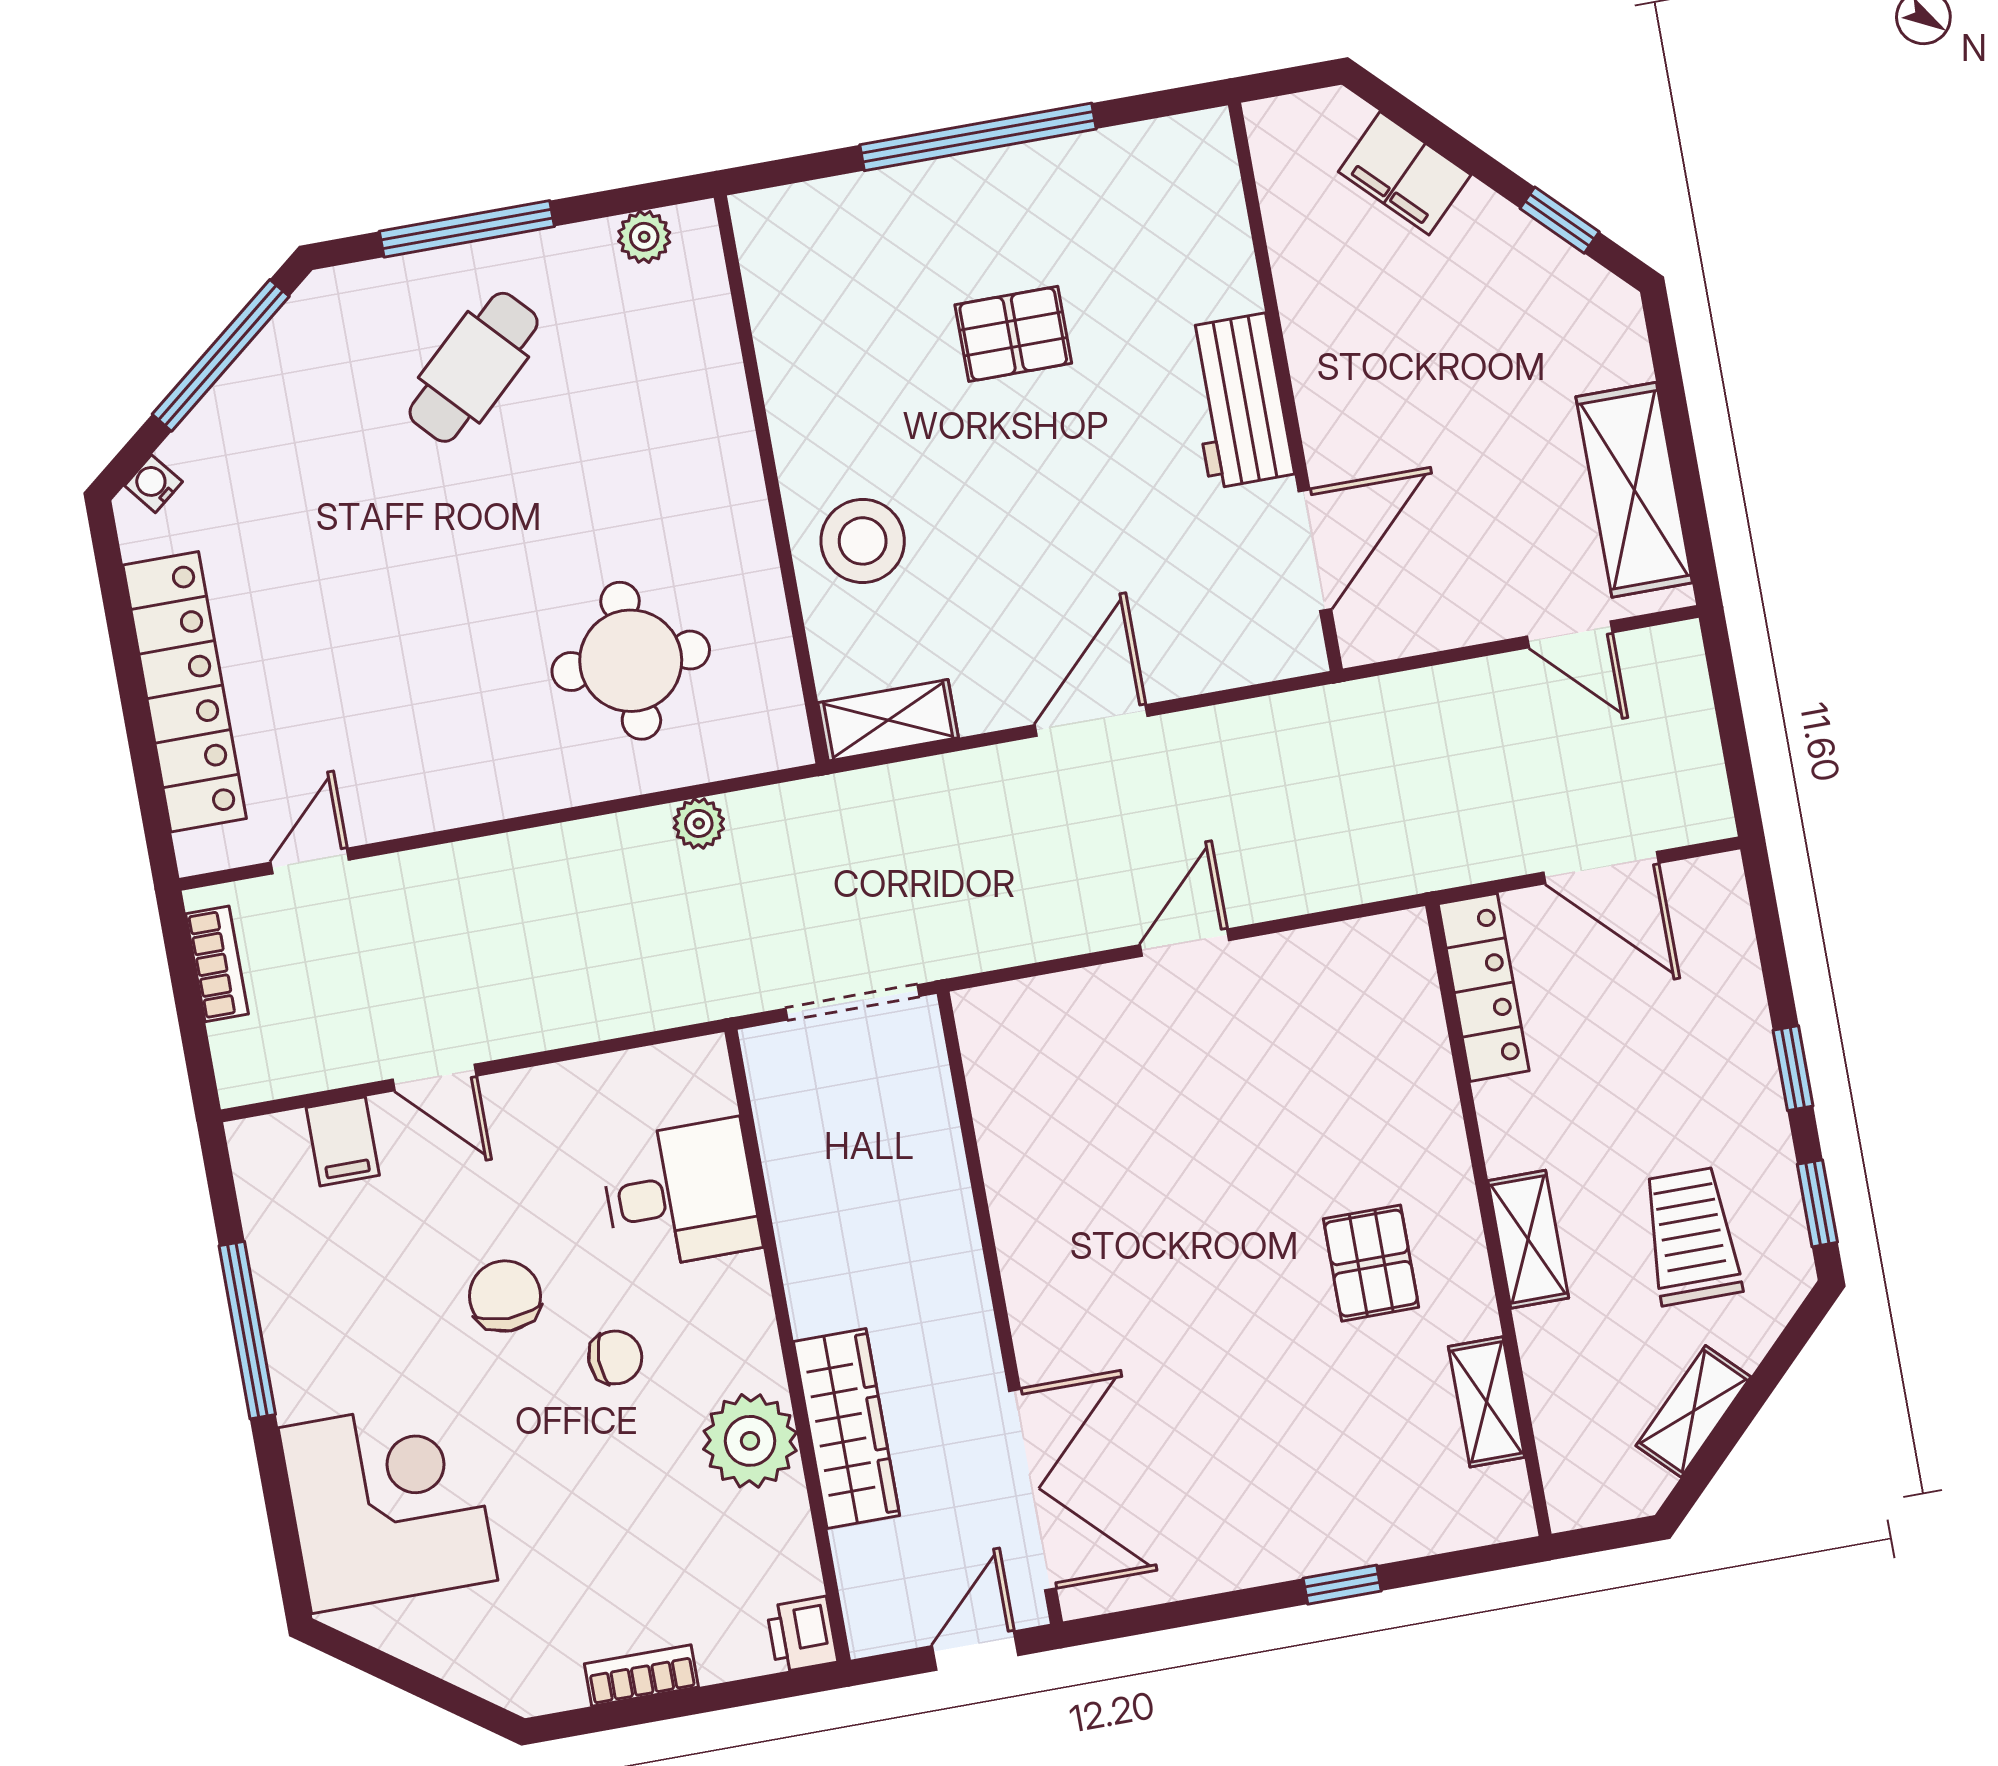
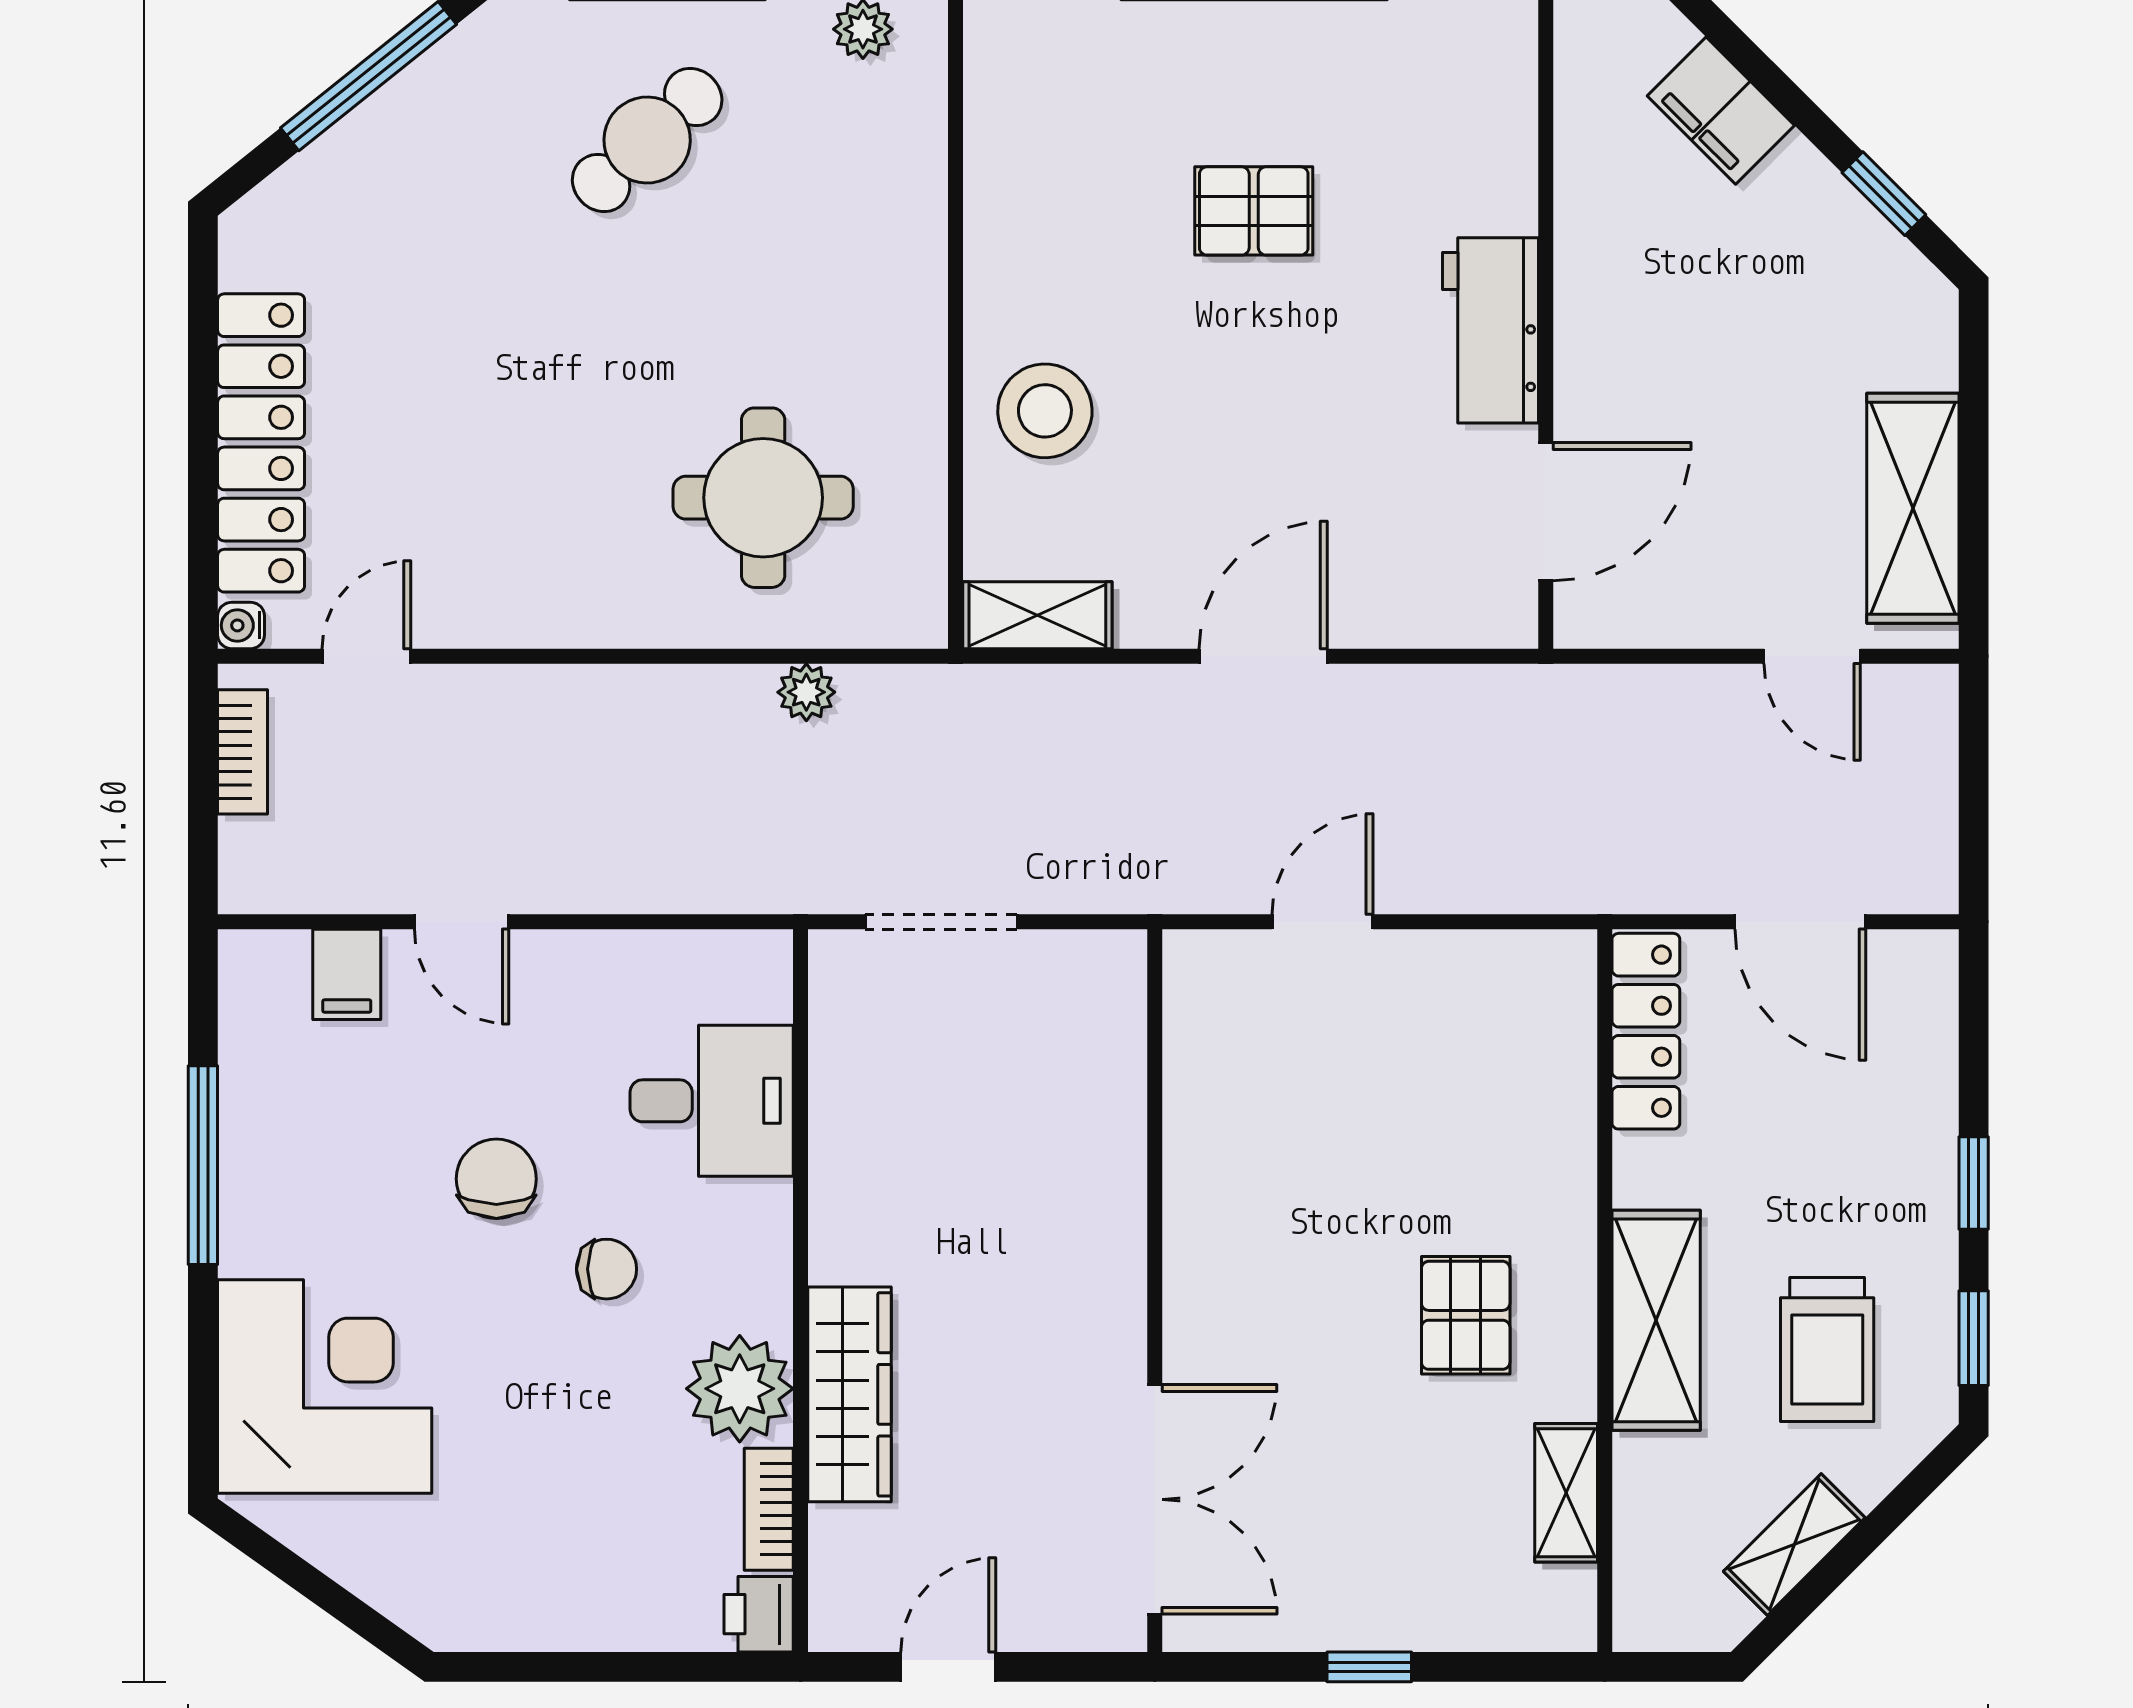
water cooler: (153, 484) -> (241, 625), moved, turned -51
trolley: (1691, 1236) -> (1827, 1350), turned 180
shelving: (1528, 1239) -> (1656, 1320), width x1.50, depth x1.33
wall: (1000, 1308) -> (1155, 1291), moved
double door: (1033, 1490) -> (1155, 1499), moved
bookcase: (641, 1675) -> (769, 1509), moved, turned -90

